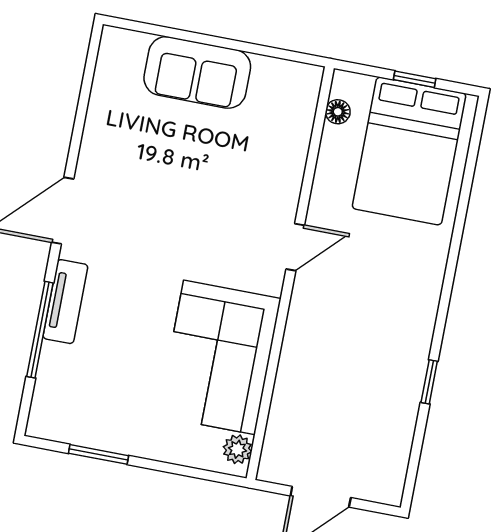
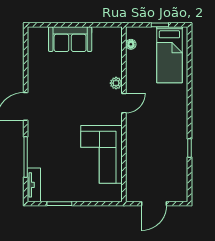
bed: (409, 151) -> (169, 55), width x0.67
tv unit: (65, 302) -> (34, 185), moved
plant: (237, 449) -> (116, 83), moved

